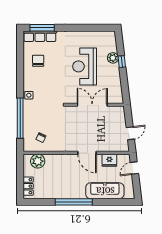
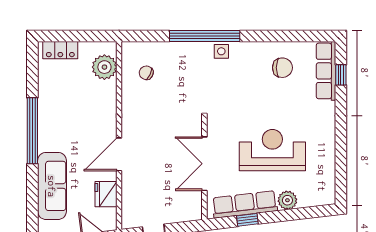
window: (42, 28) -> (341, 75), width x0.46
window: (122, 62) -> (247, 220), moved
row of seats: (115, 82) -> (245, 204), added
double door: (92, 105) -> (204, 164), swing flipped
window: (20, 118) -> (205, 36), moved

